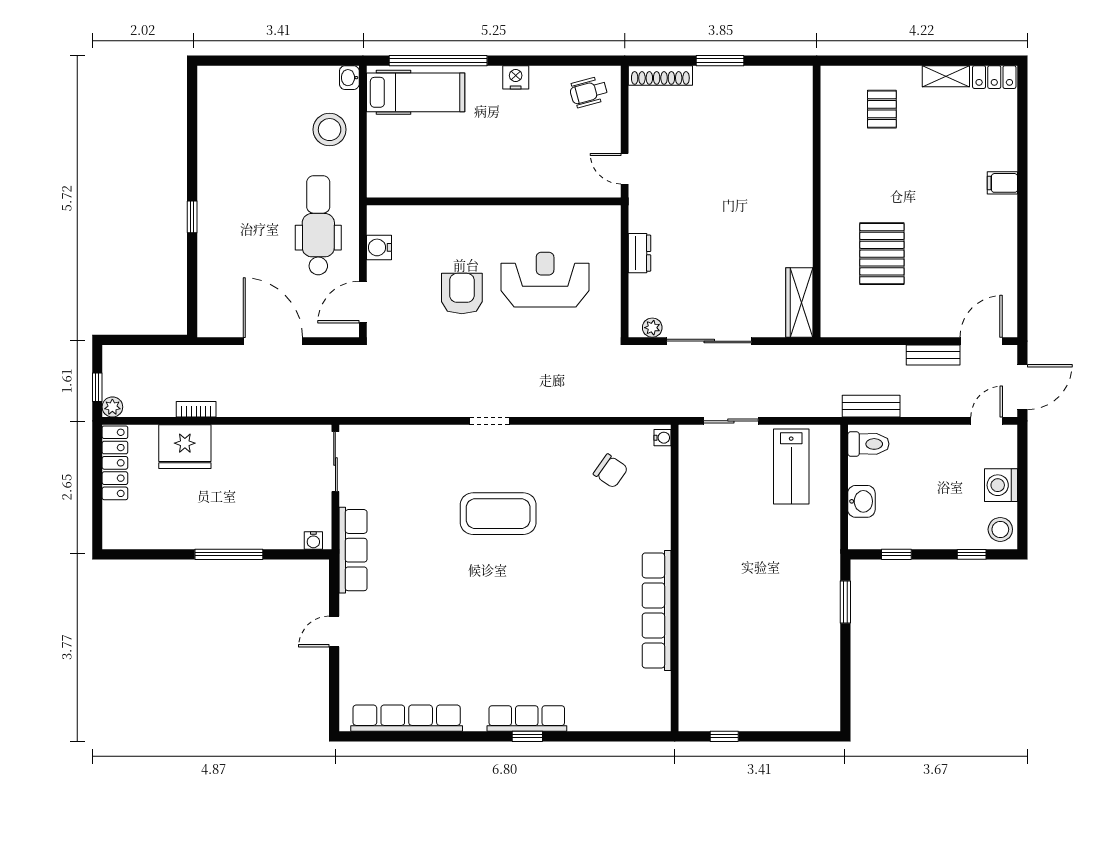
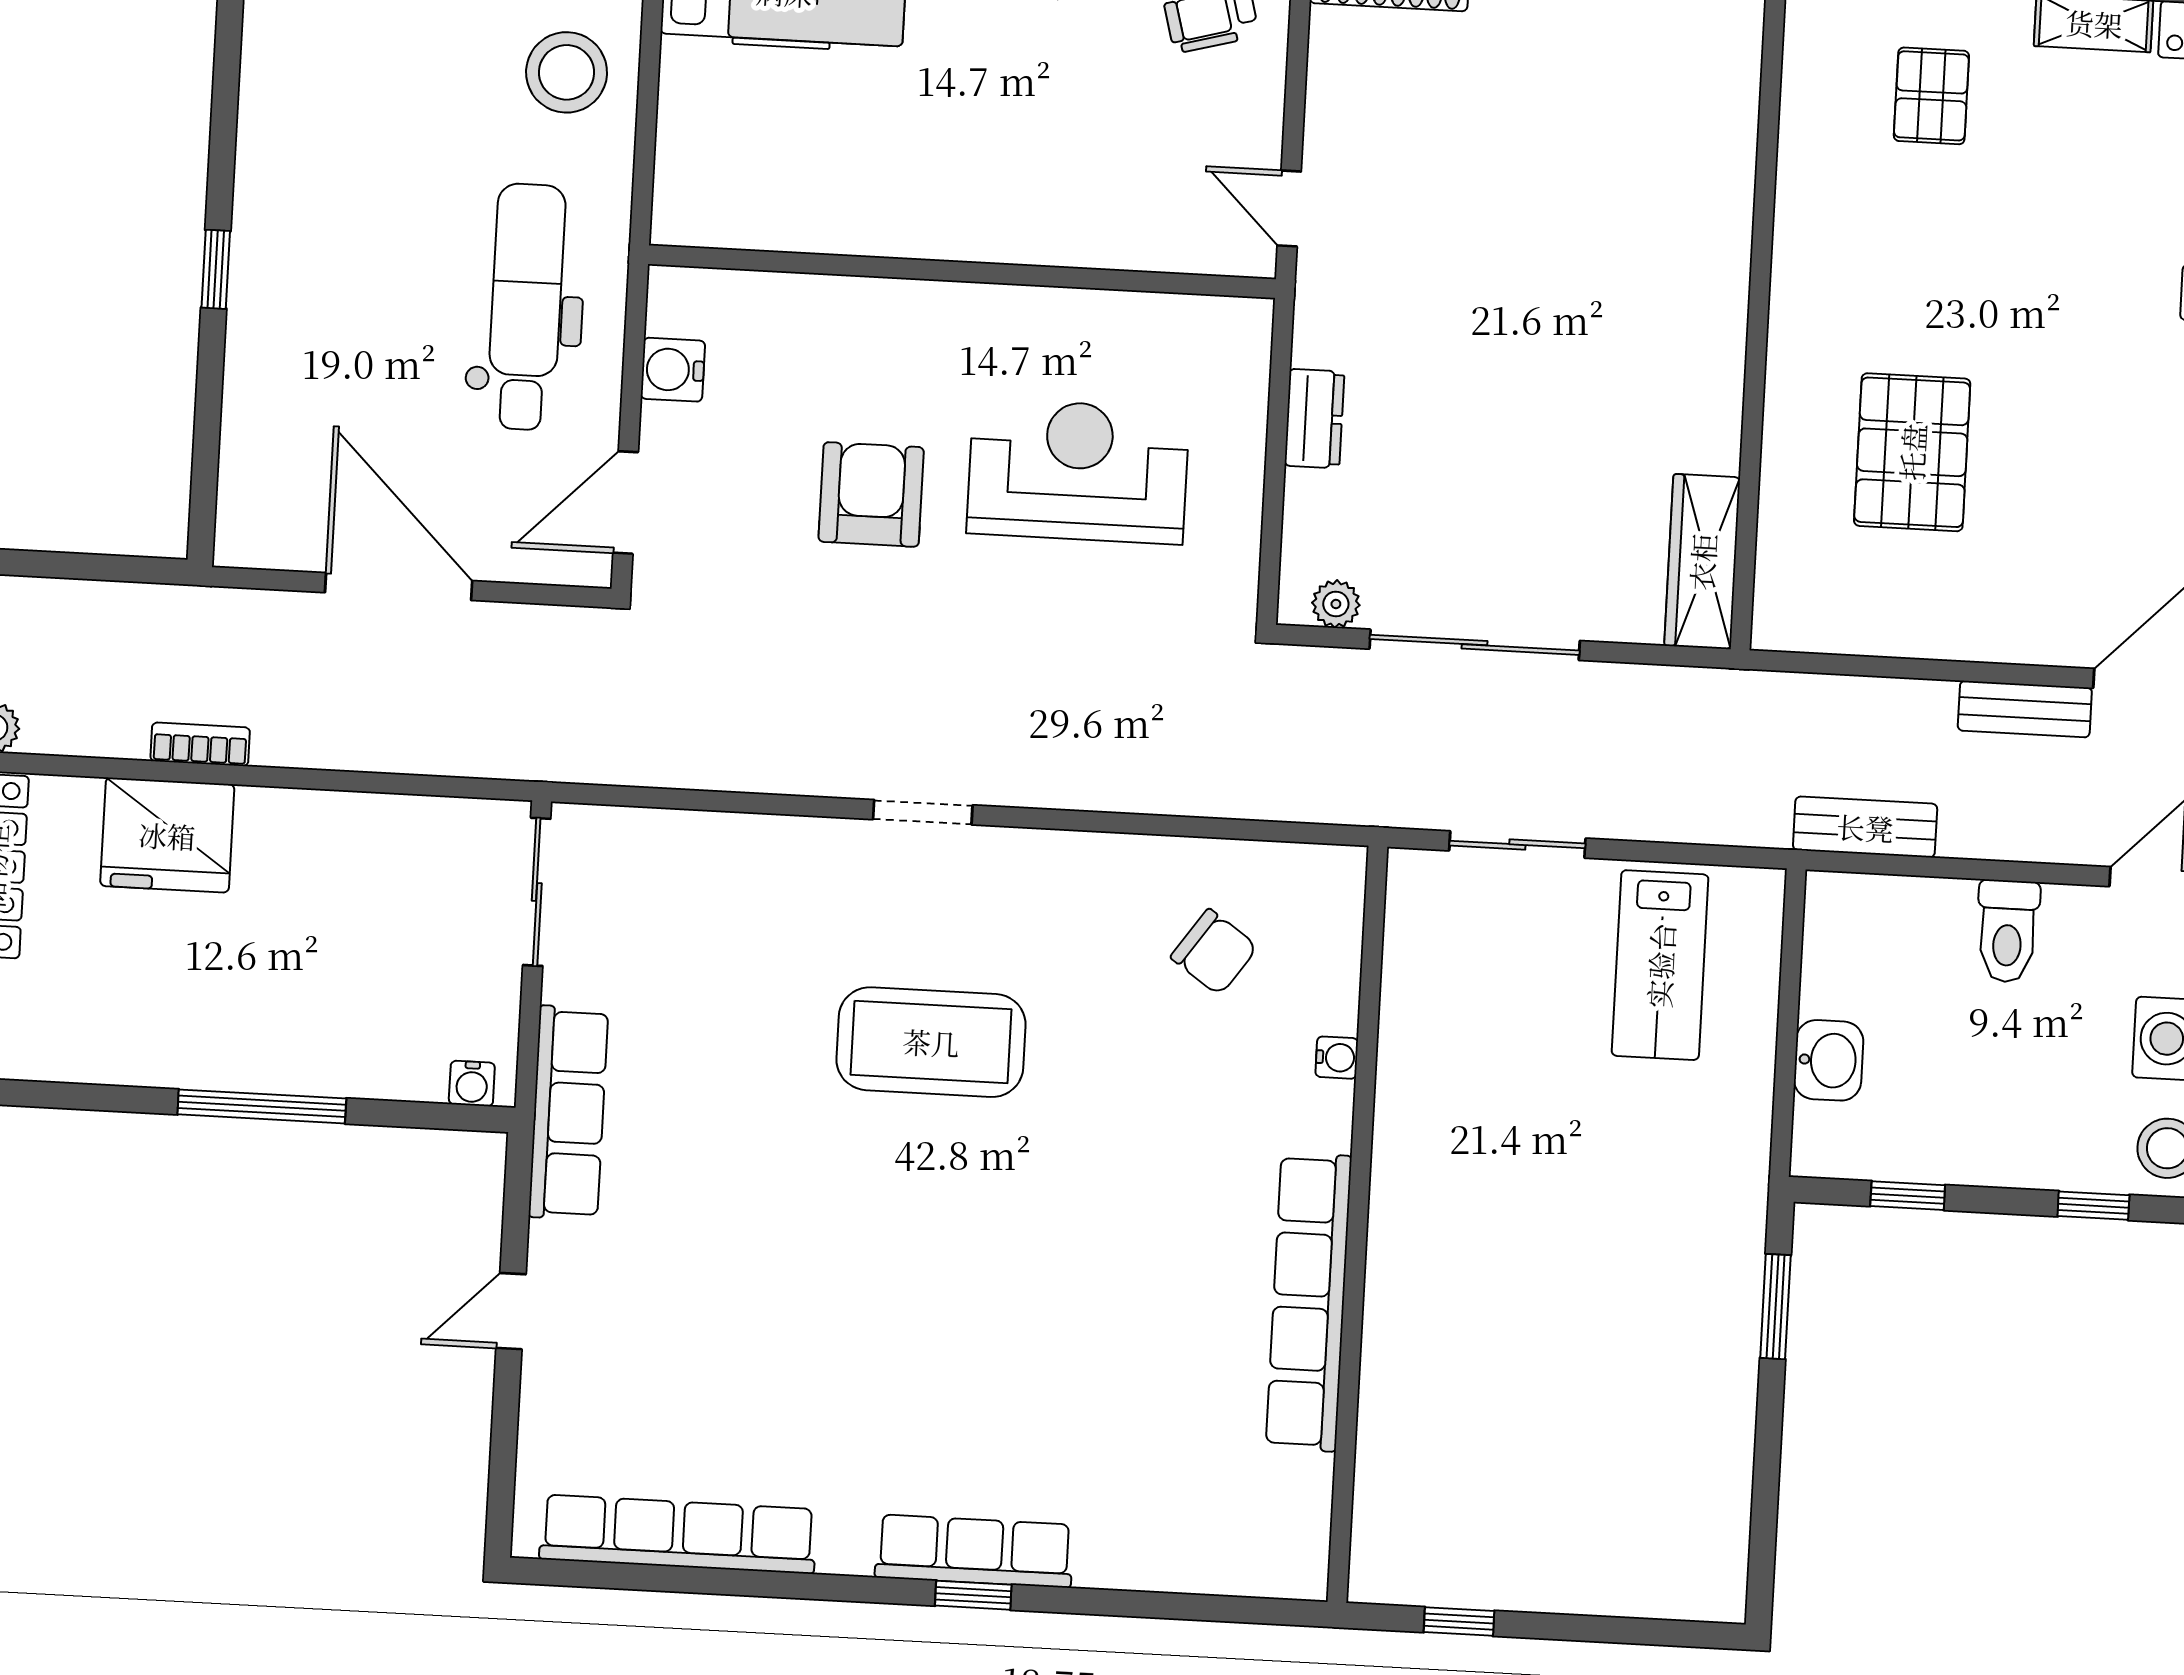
water cooler: (663, 438) -> (1337, 1058), moved
toilet: (868, 444) -> (2008, 931), moved, turned 90

